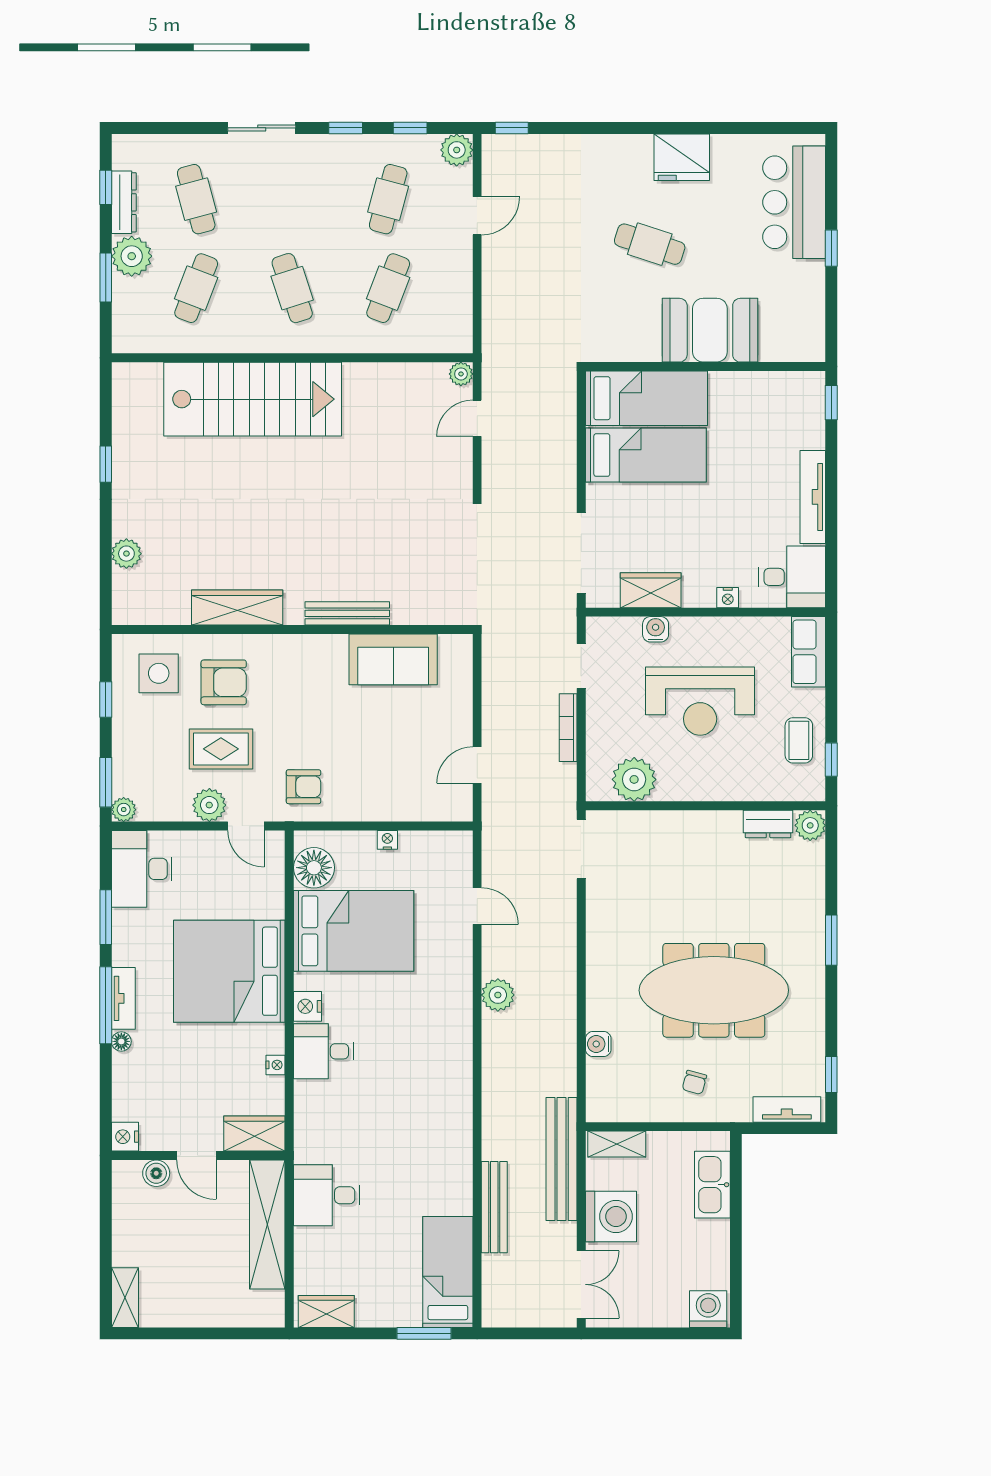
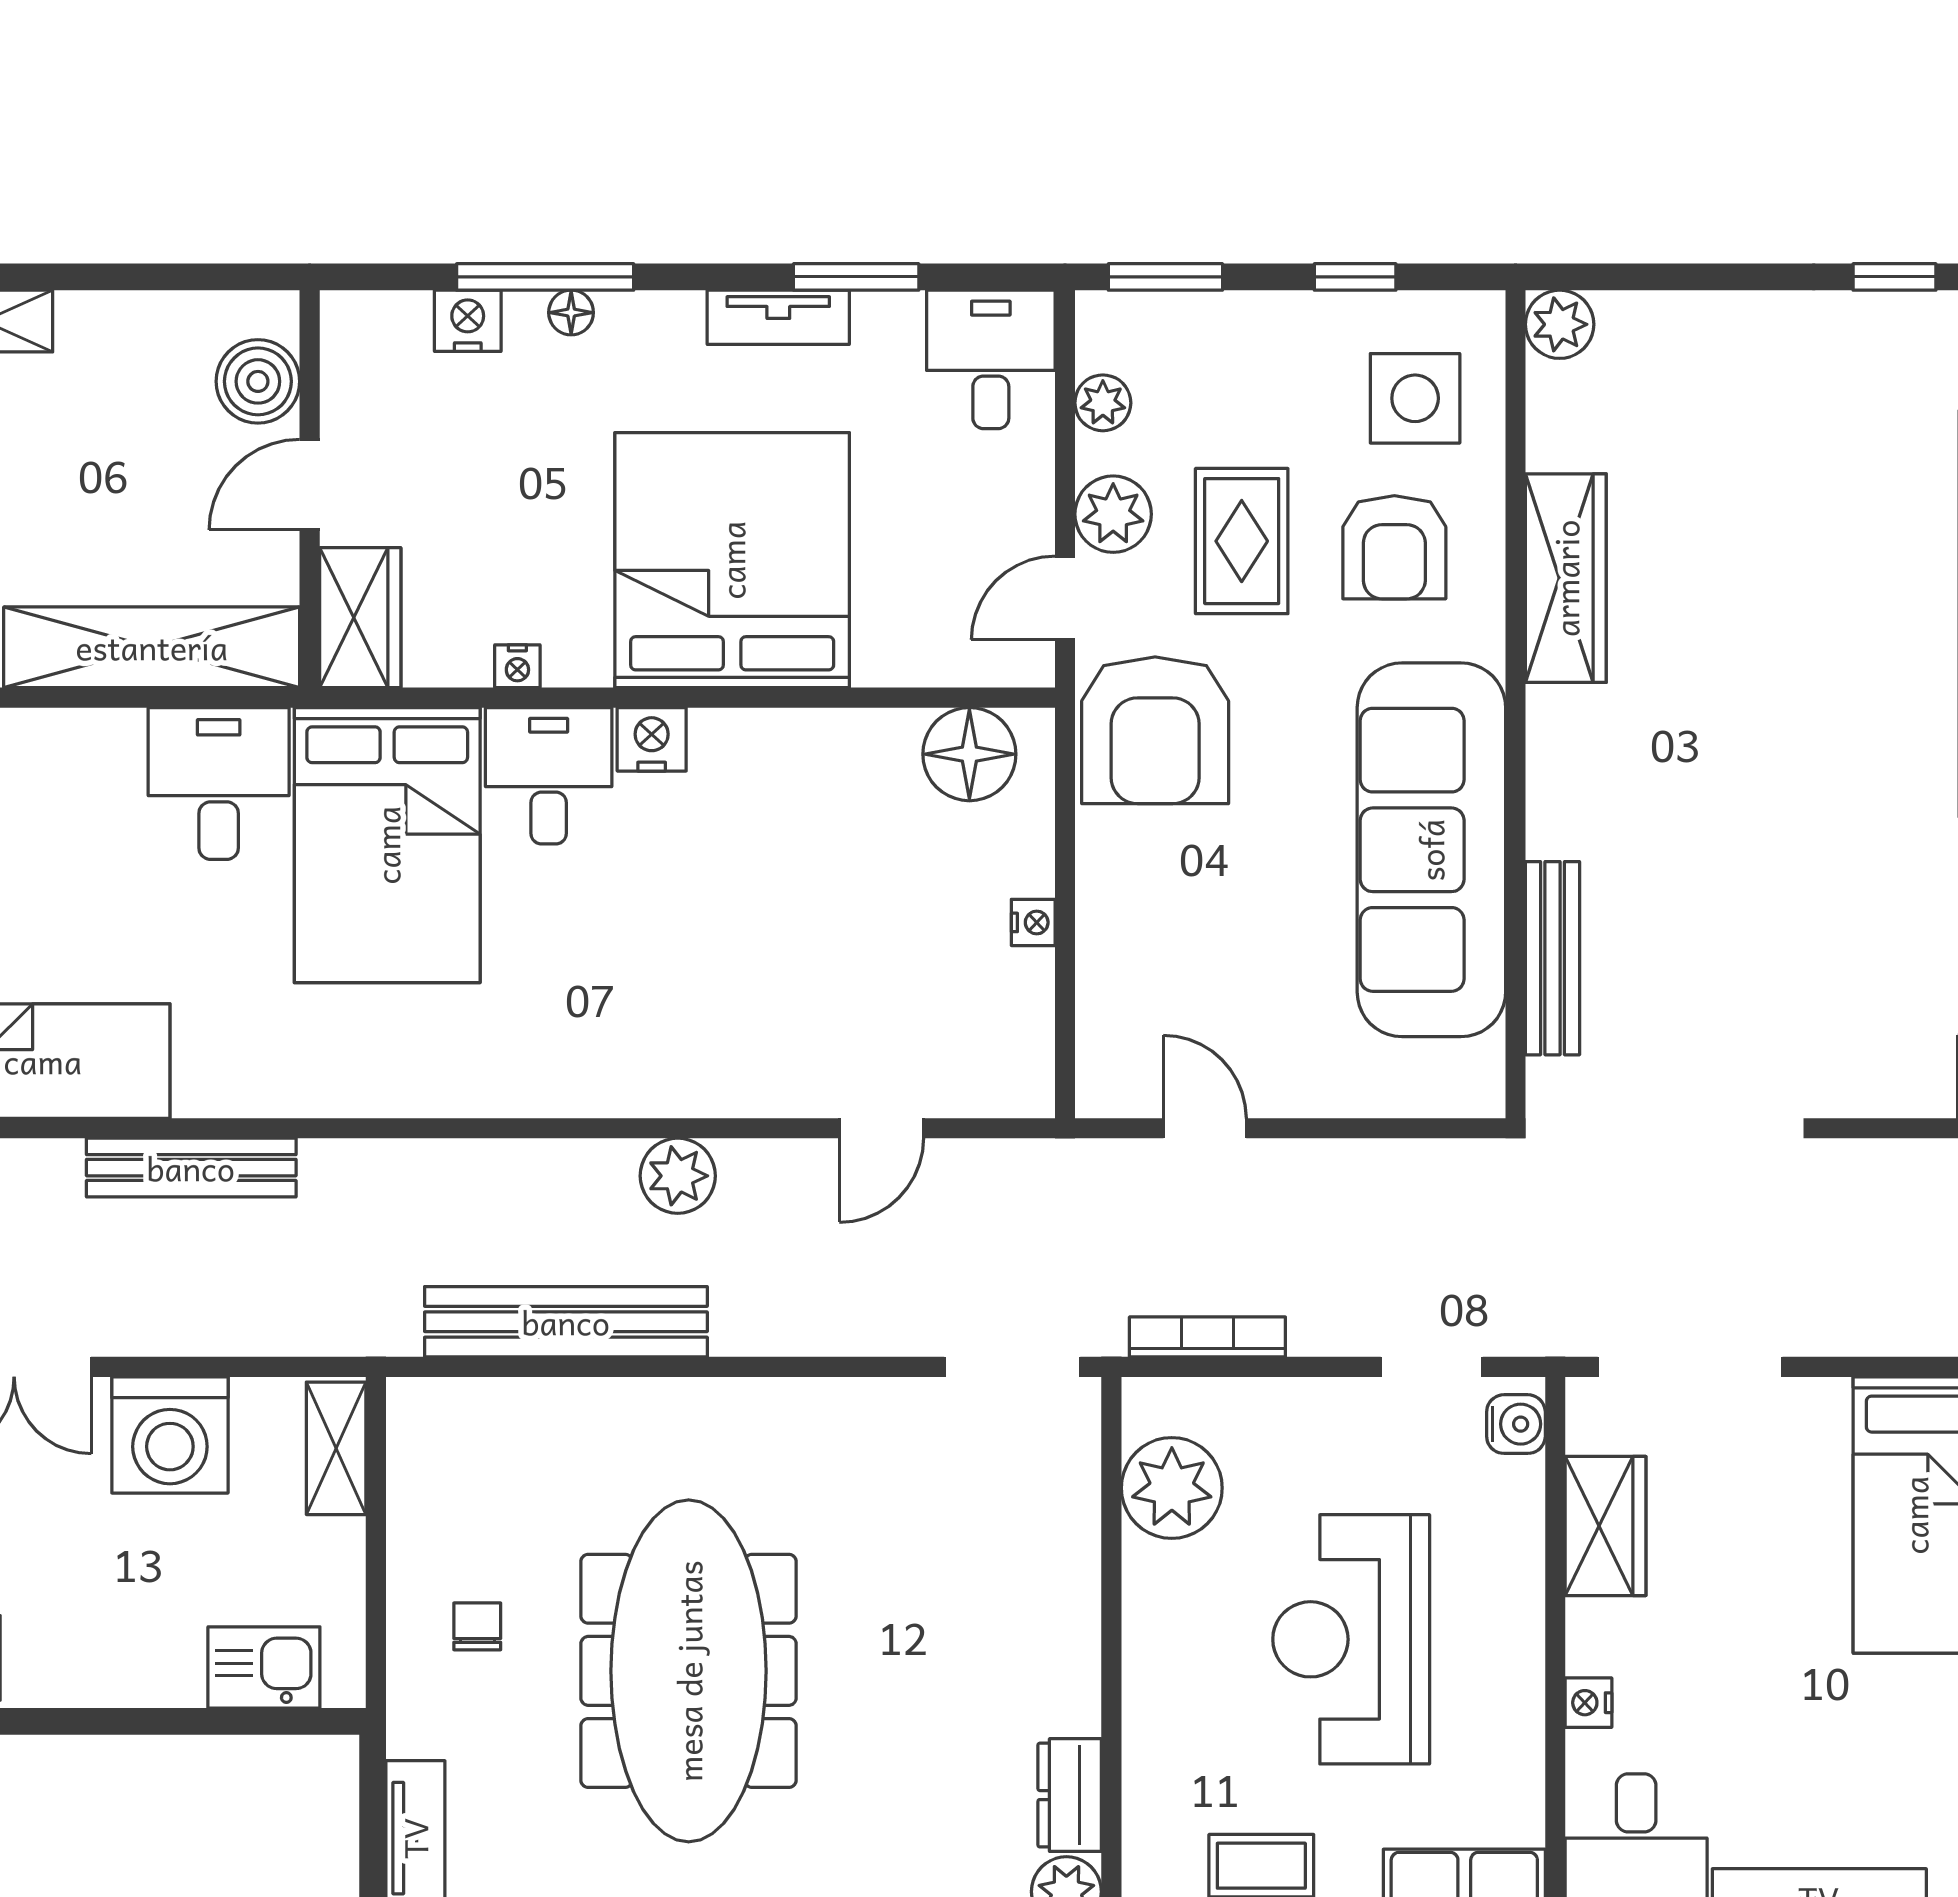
plant: (126, 554) -> (1560, 324), moved
bench: (347, 613) -> (1553, 958), moved
water cooler: (656, 629) -> (1516, 1424), moved
sofa: (393, 659) -> (1431, 850), width x1.85, depth x1.27
bookcase: (568, 728) -> (1207, 1337), moved
armchair: (303, 787) -> (1155, 730), width x1.88, depth x1.88
plant: (124, 810) -> (1103, 403), moved
desk: (142, 869) -> (991, 359), width x0.73
bed: (354, 931) -> (387, 845), moved
tv unit: (123, 998) -> (778, 317), moved
window: (106, 1005) -> (545, 277), moved
water cooler: (598, 1044) -> (565, 1406), removed
chair: (694, 1082) -> (477, 1626), turned 75
nightstand: (125, 1137) -> (468, 321), moved
bench: (562, 1159) -> (566, 1322), moved
boiler: (156, 1173) -> (258, 381), width x1.36, depth x1.36
kitchen sink: (712, 1185) -> (264, 1667), width x0.73

